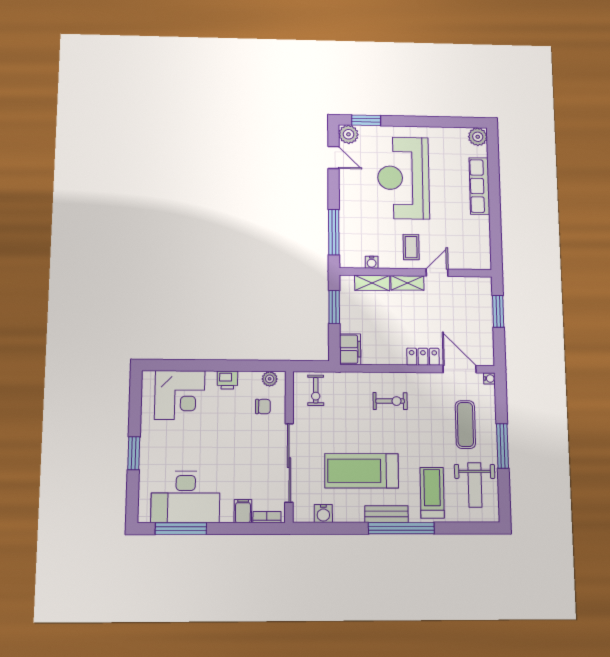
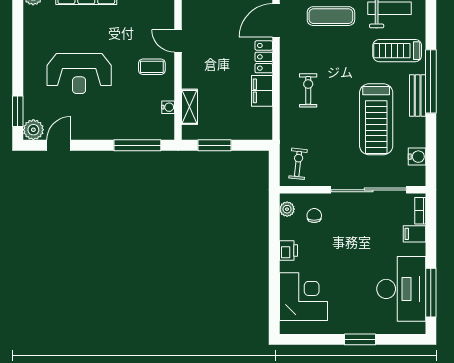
reception desk: (403, 178) -> (79, 74), width x0.74, depth x0.77
shelving: (407, 283) -> (189, 71), removed
filing cabinet: (350, 349) -> (262, 91), moved, turned -90
exercise bike: (316, 390) -> (298, 164), turned -84

